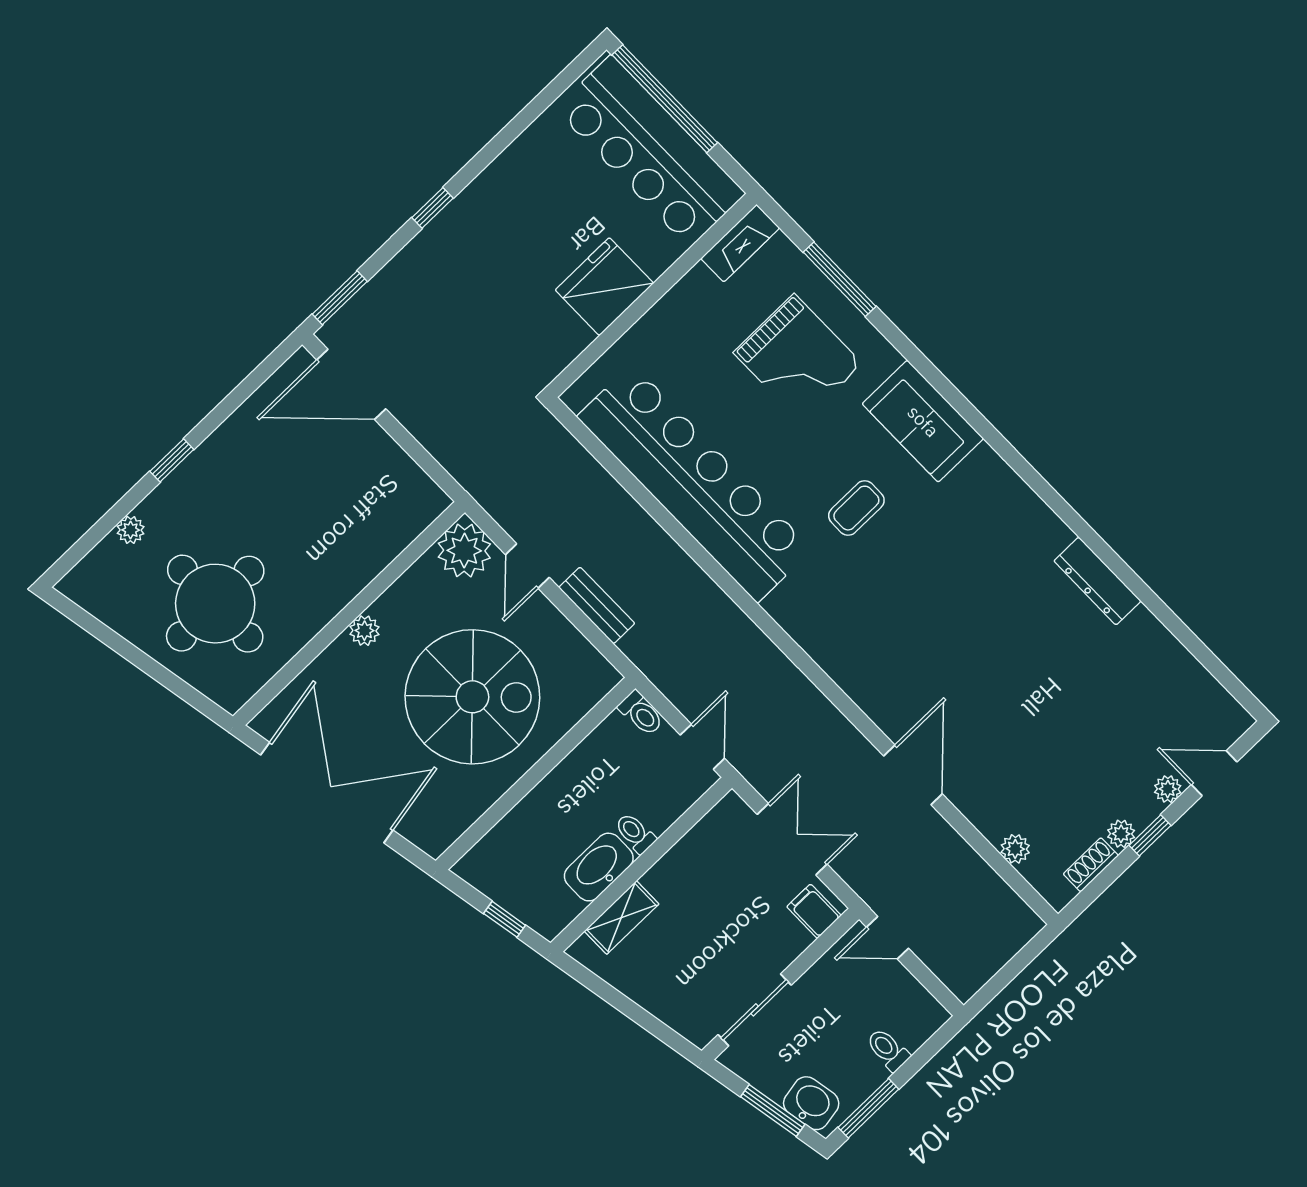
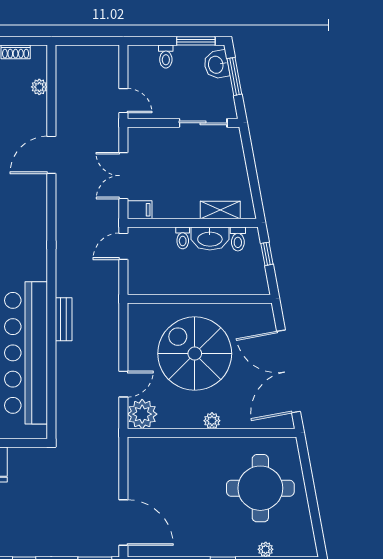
bench: (597, 605) -> (64, 319), moved
toilet: (641, 713) -> (238, 239), moved, turned 180
filing cabinet: (814, 911) -> (140, 210), moved, turned -90

